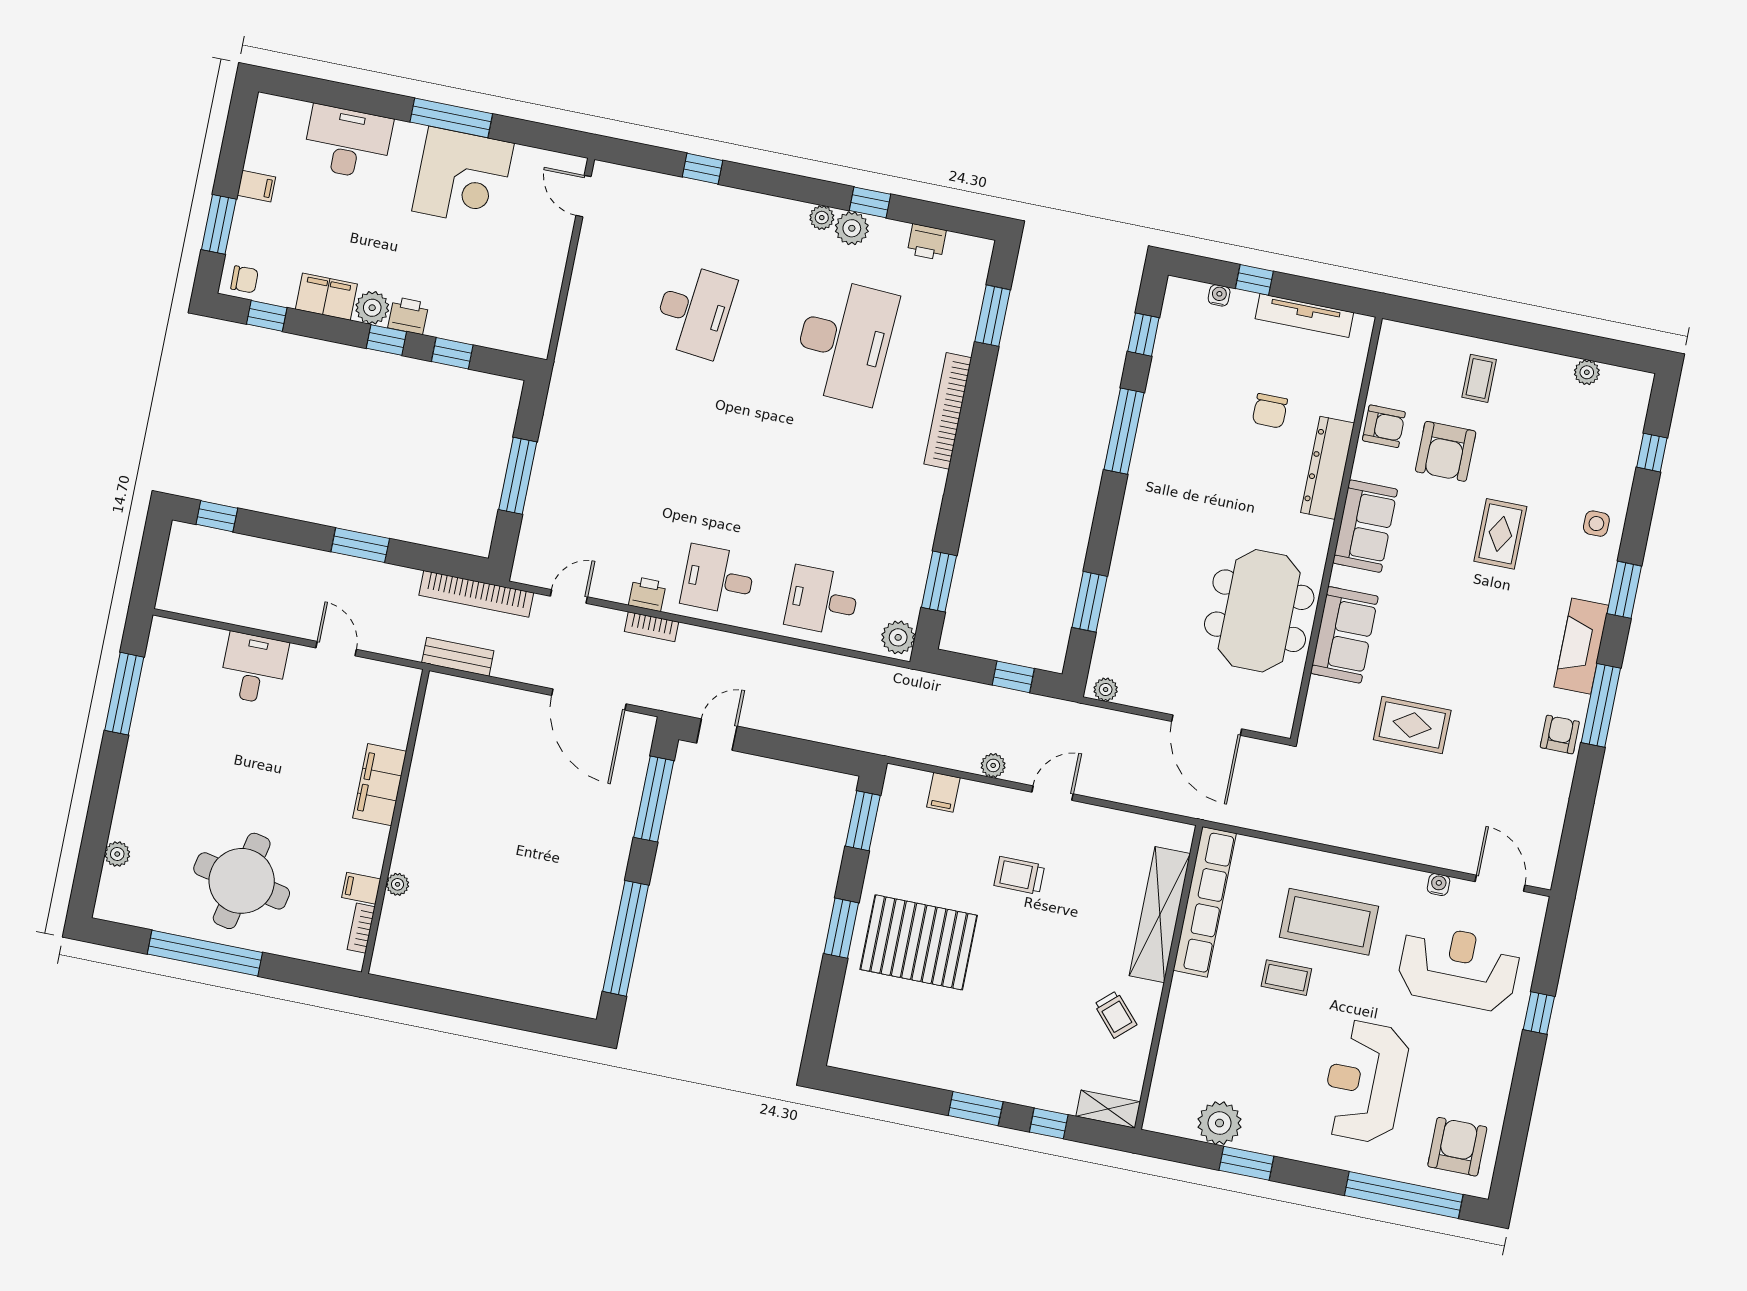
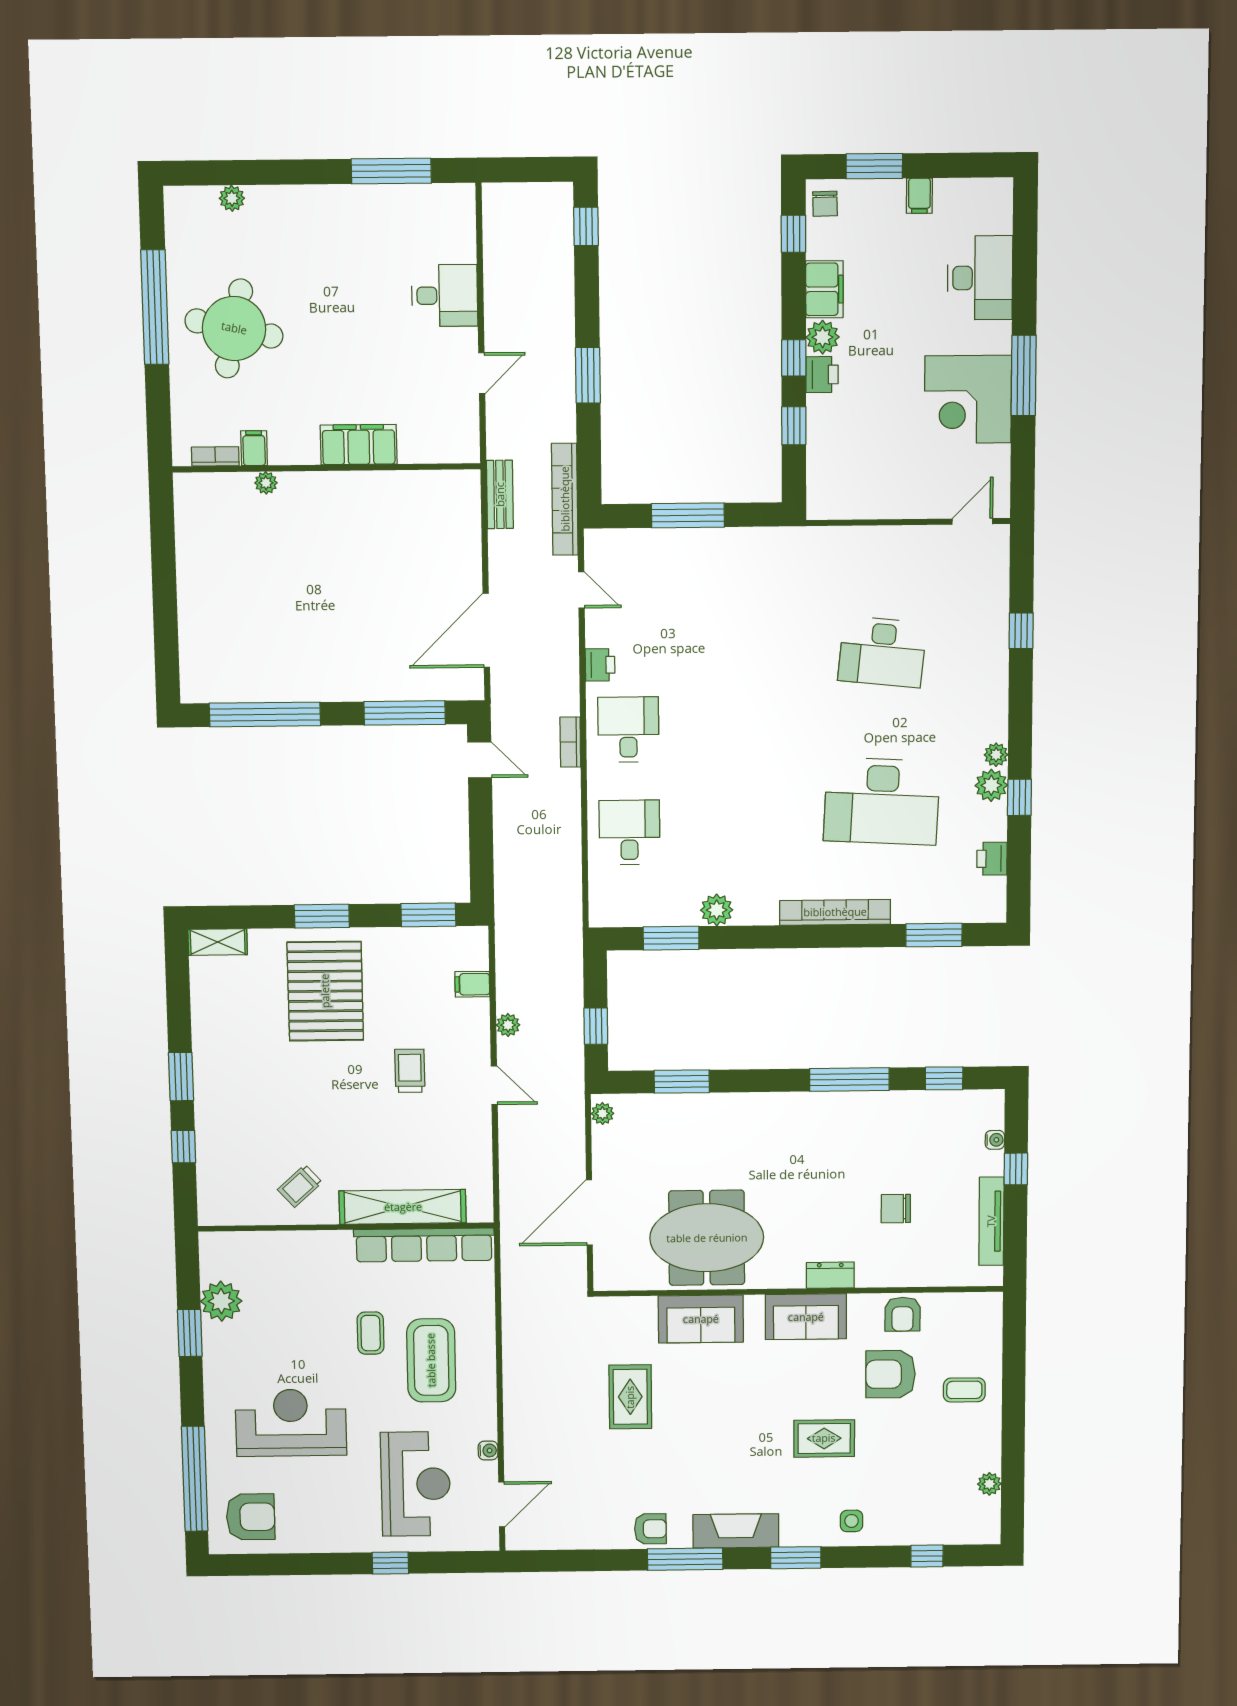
dresser: (1328, 468) -> (830, 1275), width x0.51, depth x0.80
bookcase: (652, 627) -> (570, 742), moved
plant: (898, 637) -> (717, 910), moved
shelving: (1108, 1109) -> (218, 942), moved, turned 90

